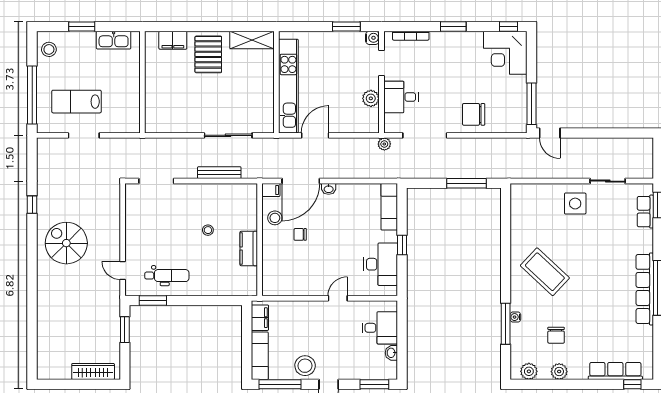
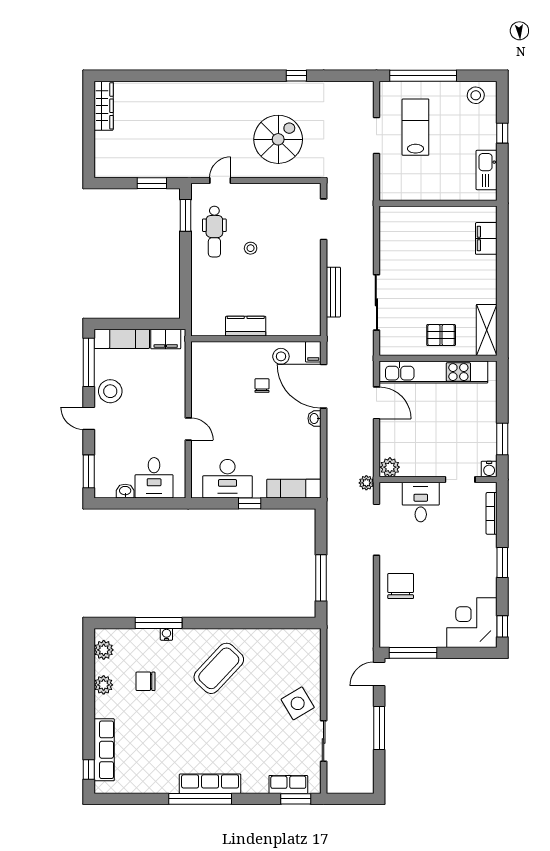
window: (82, 26) -> (502, 133), width x0.67
pallet: (208, 54) -> (441, 335), moved, width x0.67, depth x0.71
plant: (371, 98) -> (390, 467), moved
window: (596, 133) -> (379, 728), added
side table: (575, 204) -> (298, 703), turned -31
stool: (208, 230) -> (251, 248), moved
spiral stairs: (66, 243) -> (278, 139), moved
row of seats: (645, 289) -> (210, 784), width x0.73
wardrobe: (93, 372) -> (104, 106), moved

